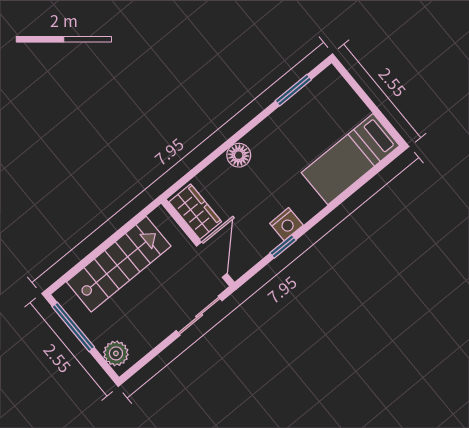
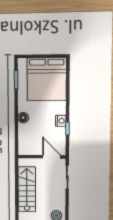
bed: (350, 159) -> (47, 79), width x2.04
wardrobe: (195, 212) -> (30, 149), removed

